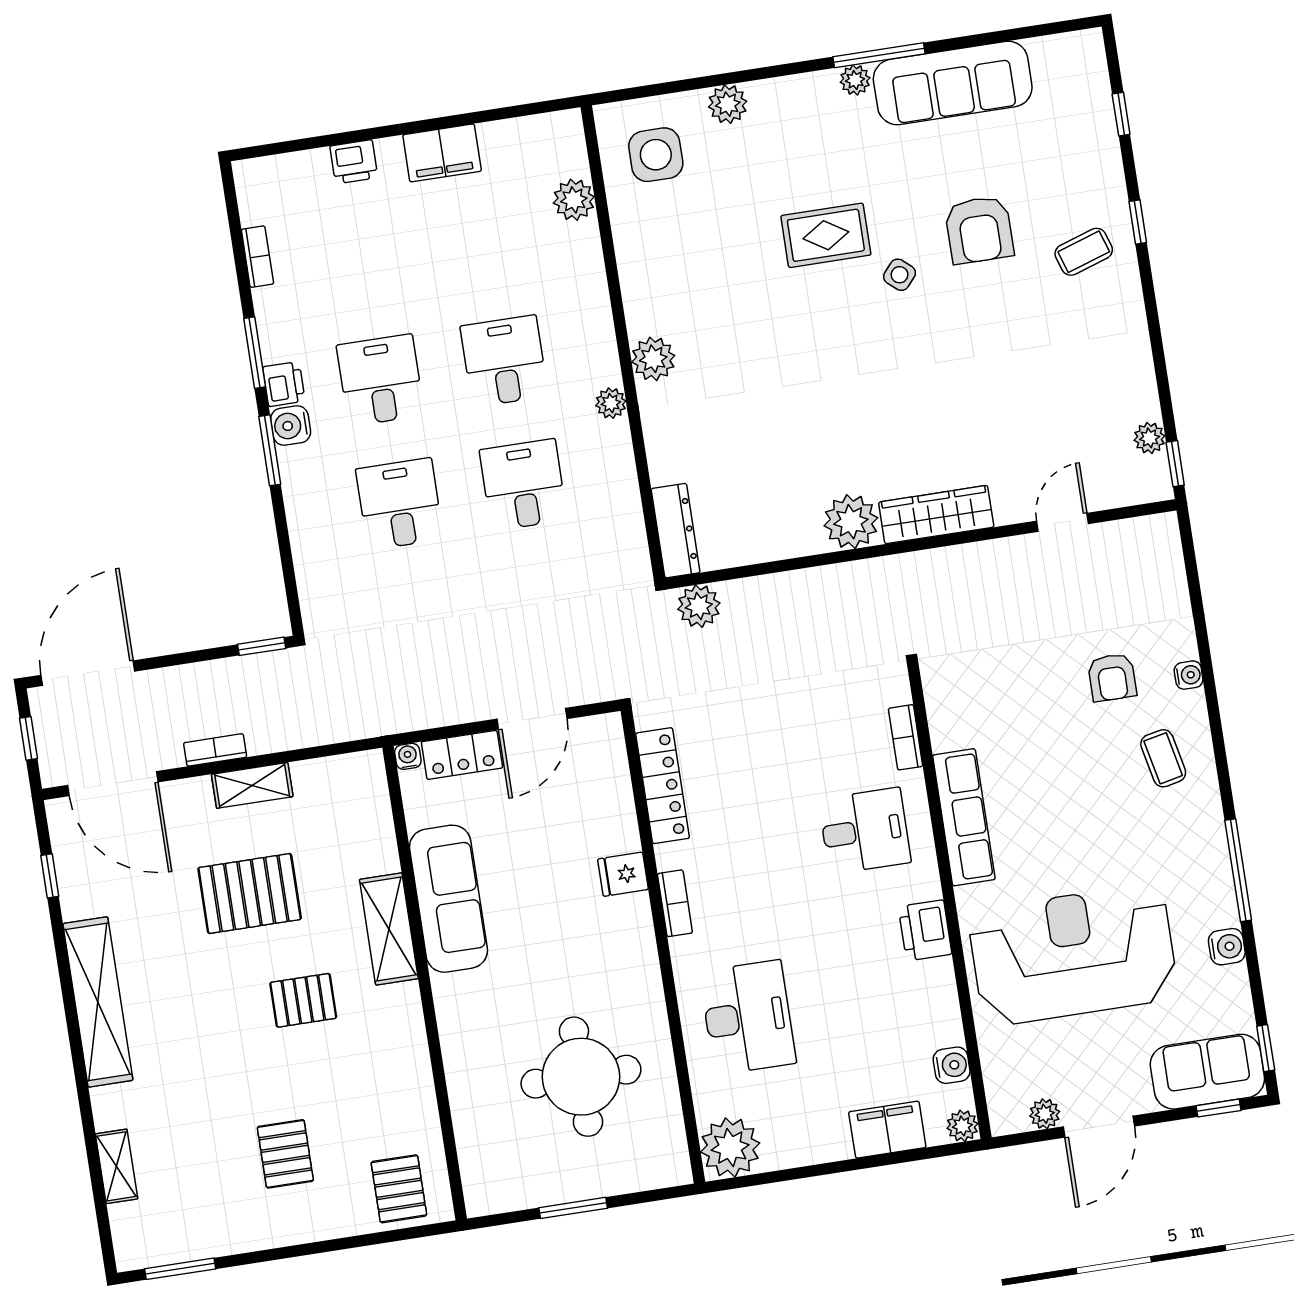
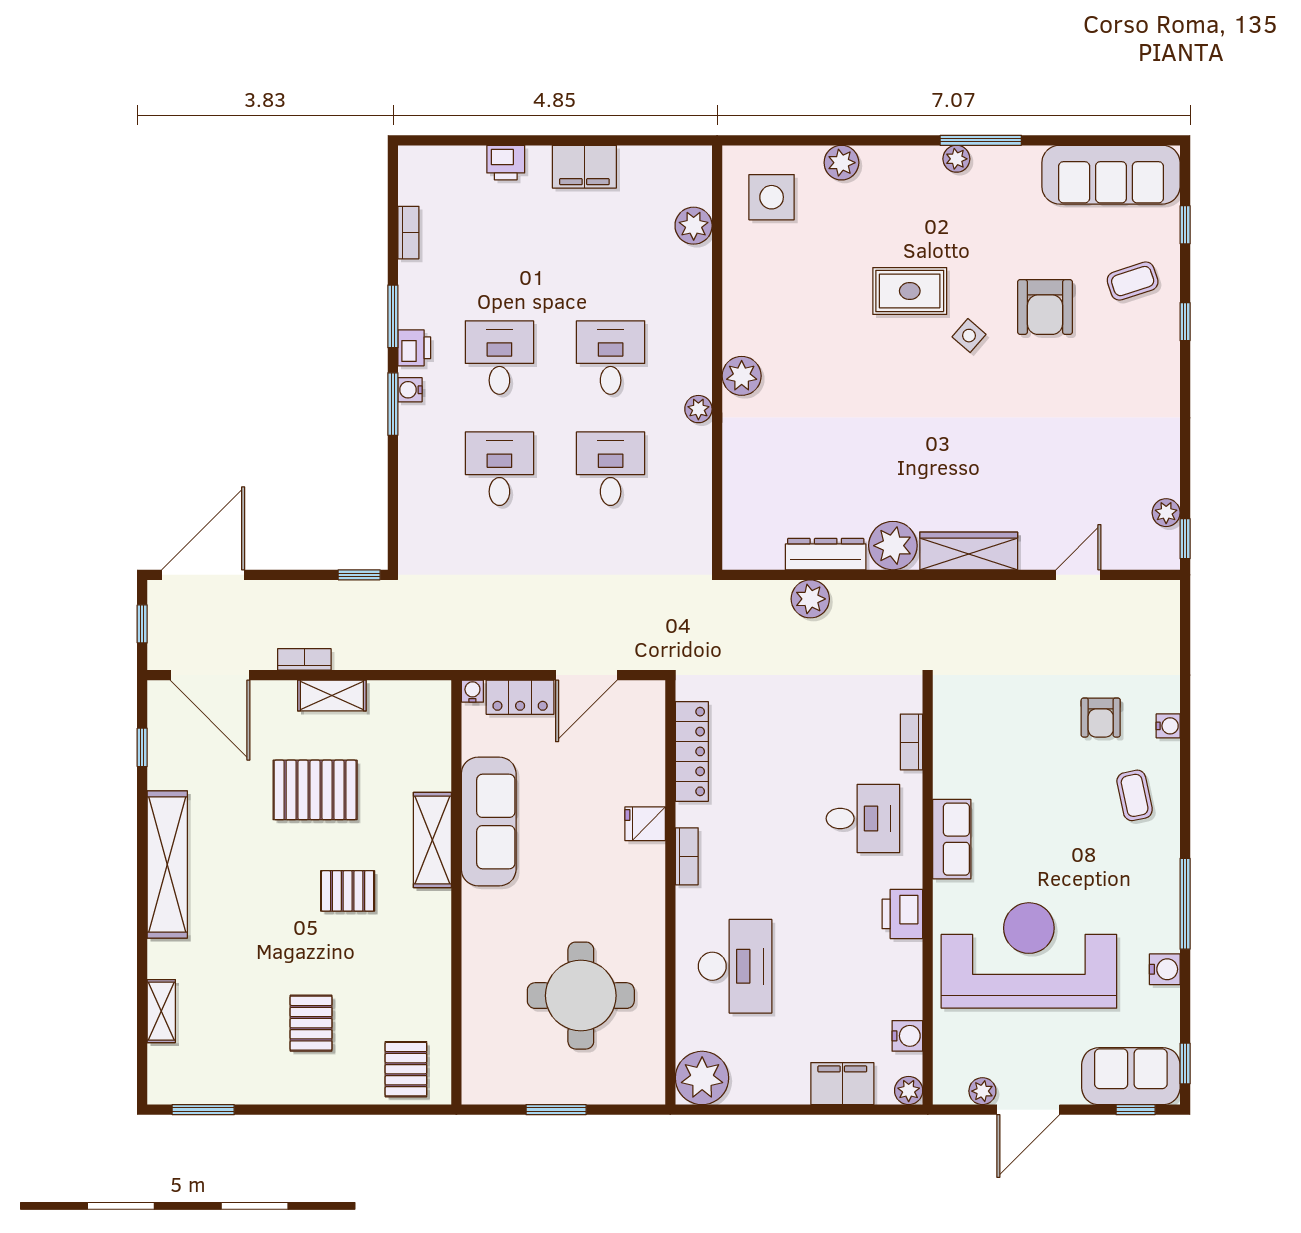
sofa: (953, 83) -> (1111, 175), moved
coffee table: (1084, 252) -> (1133, 281), moved
water cooler: (291, 426) -> (410, 390), width x0.72, depth x0.72
dresser: (676, 531) -> (826, 554), moved, turned -90
plant: (699, 606) -> (810, 599), moved
row of seats: (964, 817) -> (952, 839), width x0.68

